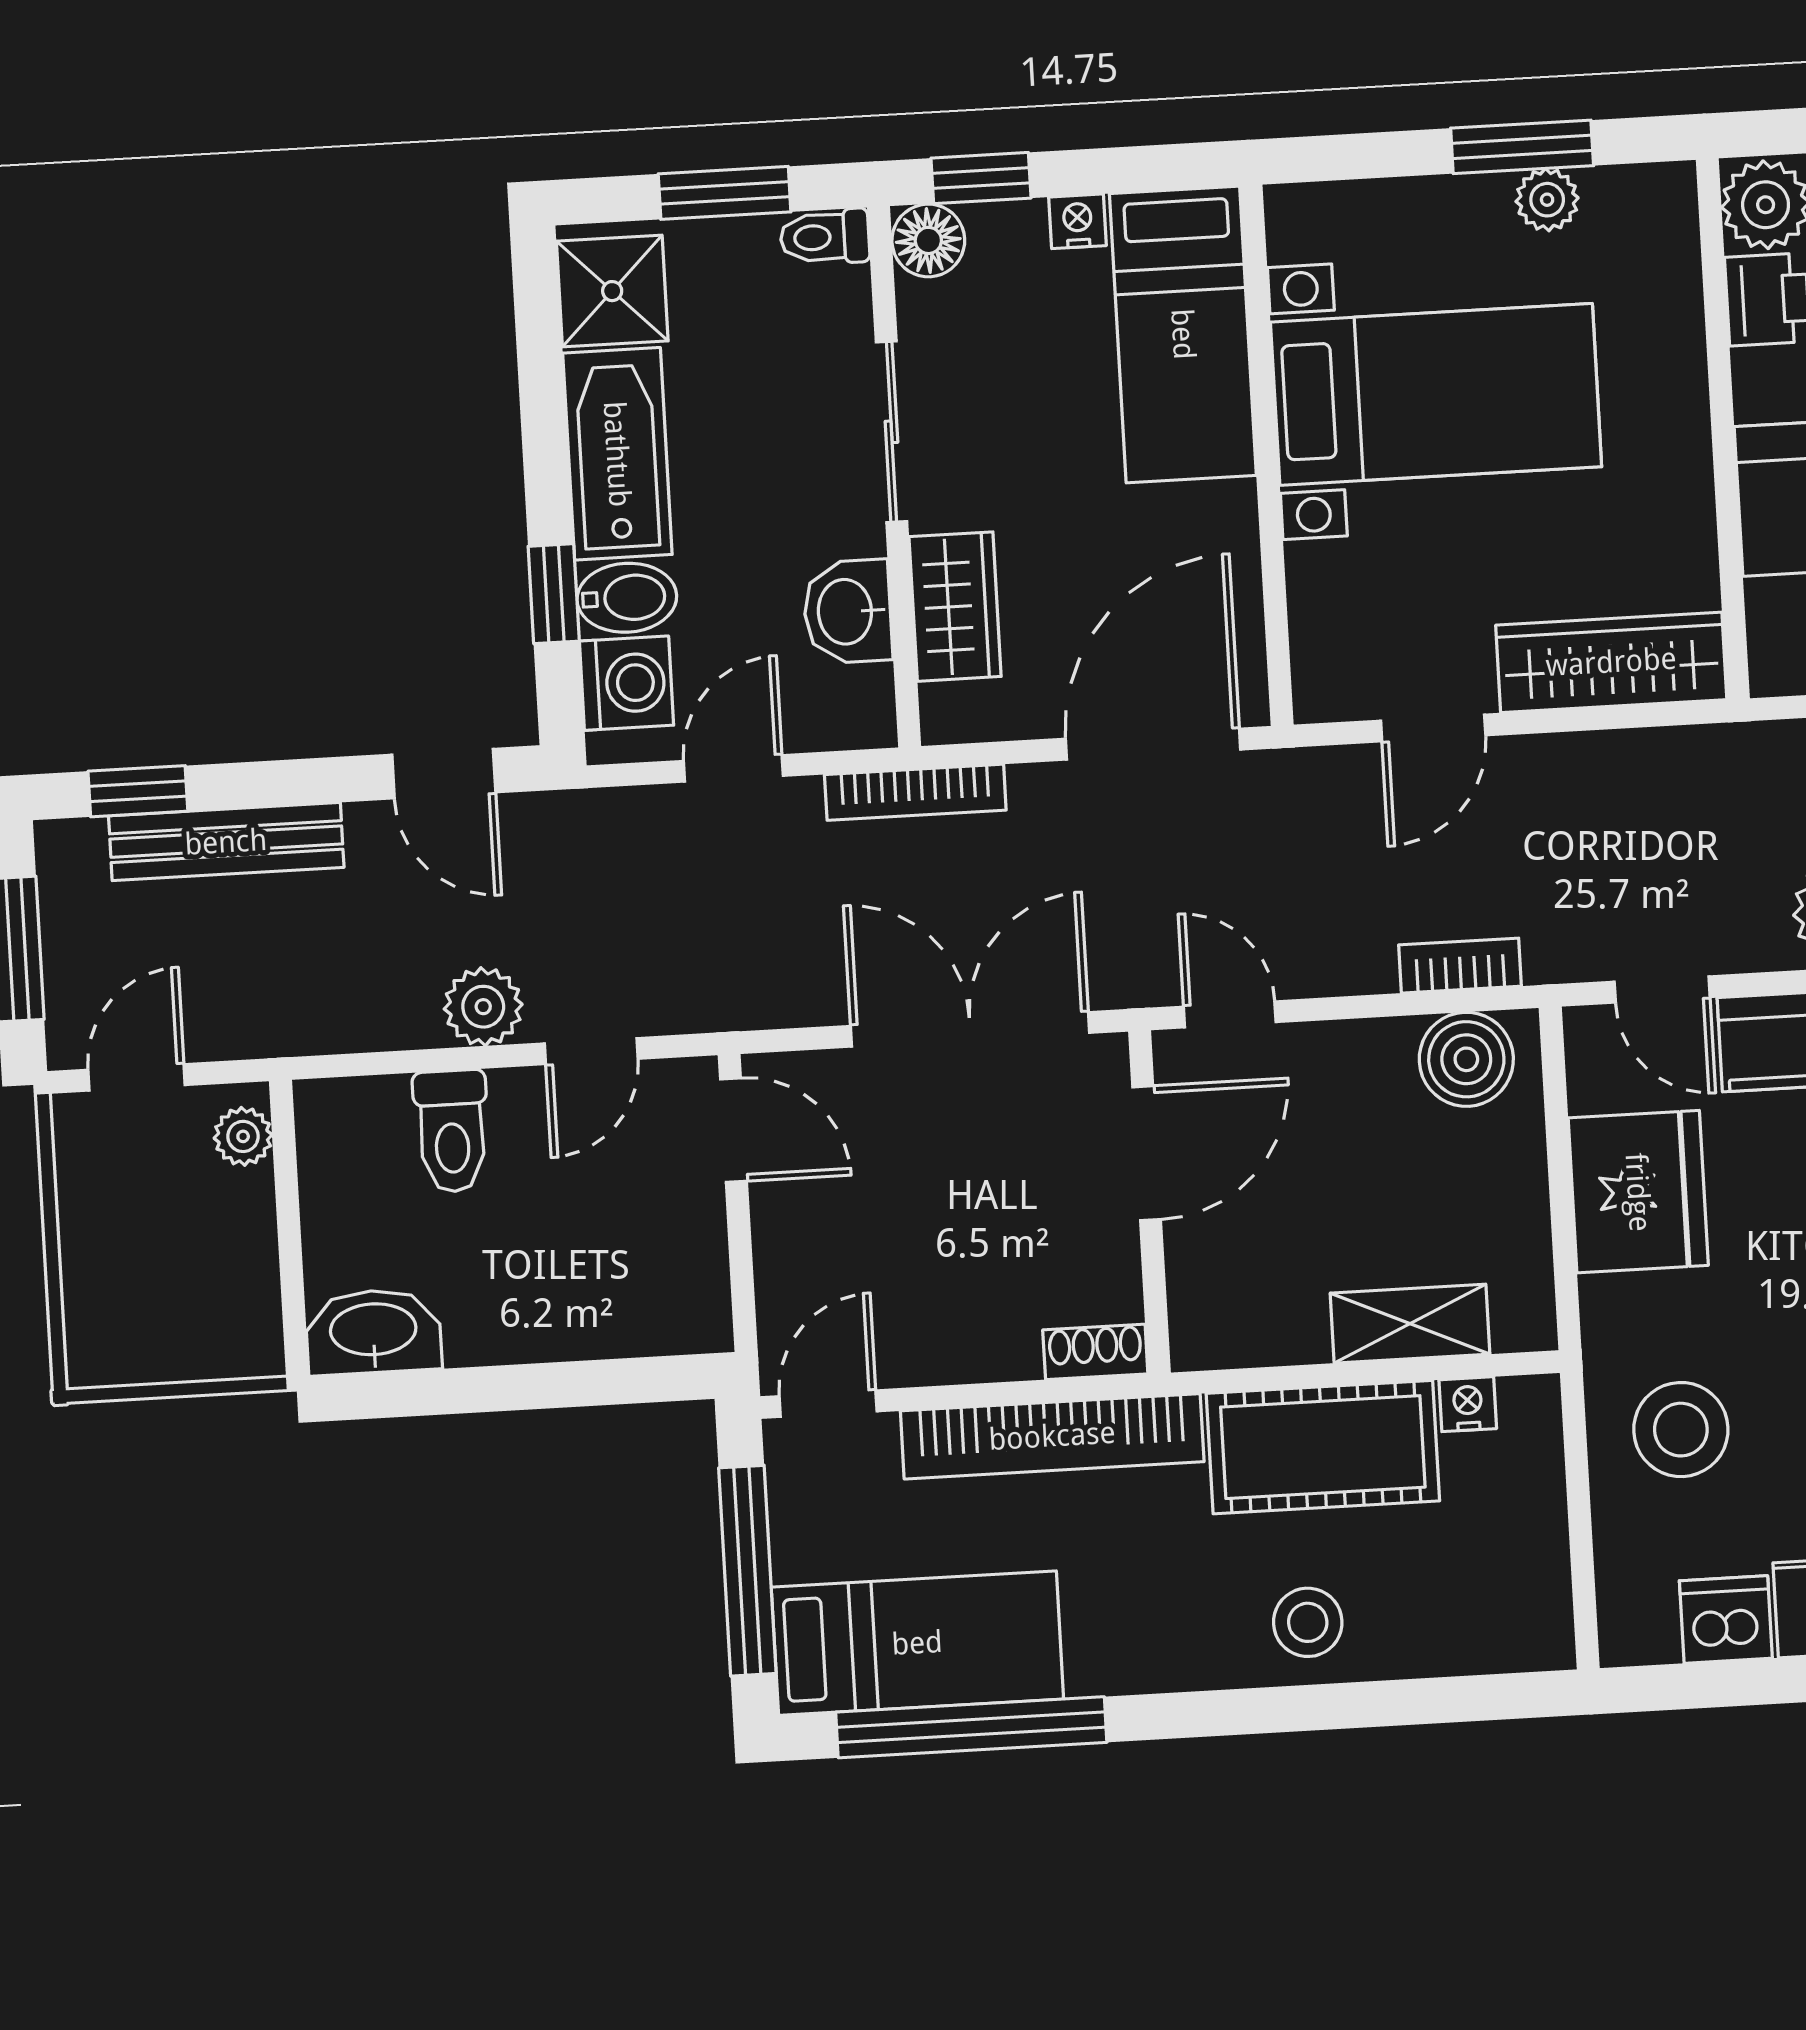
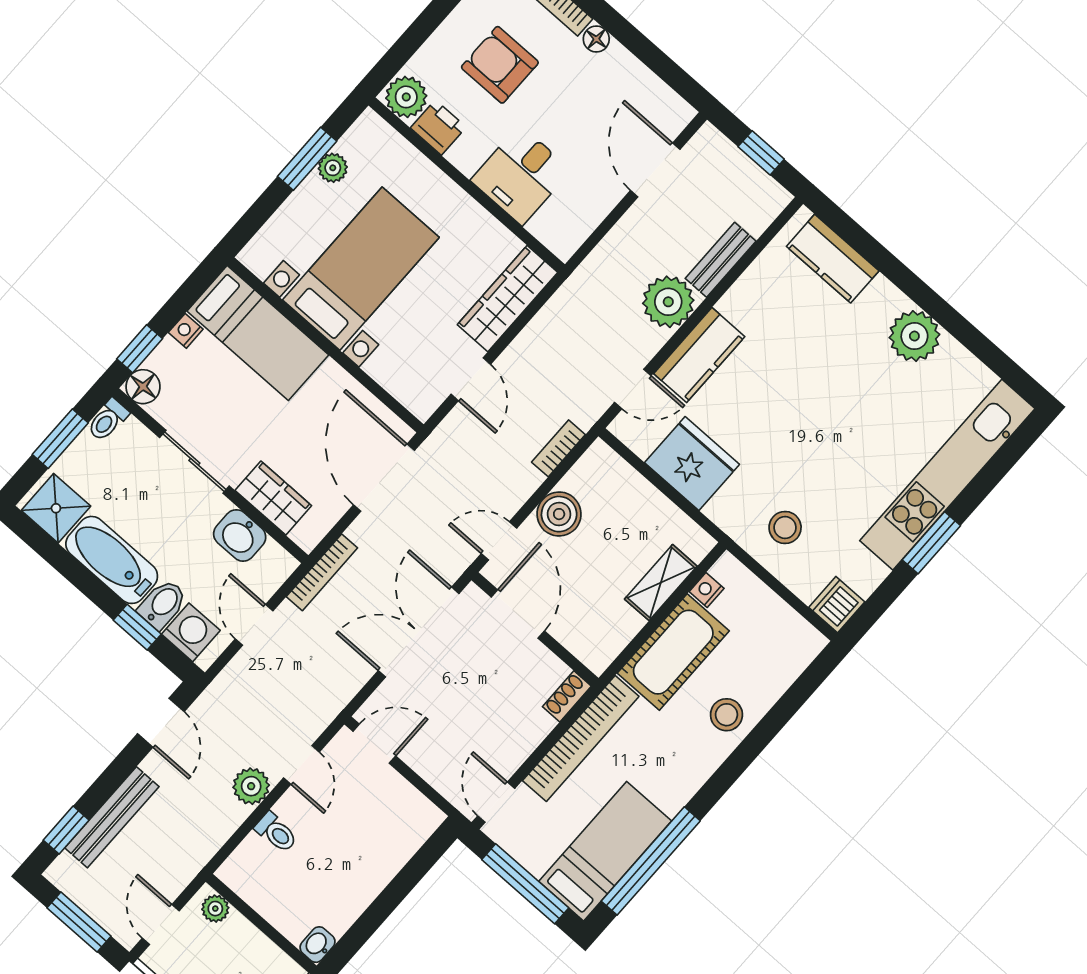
door: (444, 774) -> (161, 723), hinge flipped
boiler: (1466, 1059) -> (559, 514), moved
toilet: (452, 1131) -> (276, 832), width x0.73, depth x0.72
washbasin: (373, 1332) -> (318, 945), width x0.52, depth x0.69
stool: (1681, 1430) -> (785, 527), width x0.73, depth x0.73
dishwasher: (1726, 1619) -> (837, 605), moved

